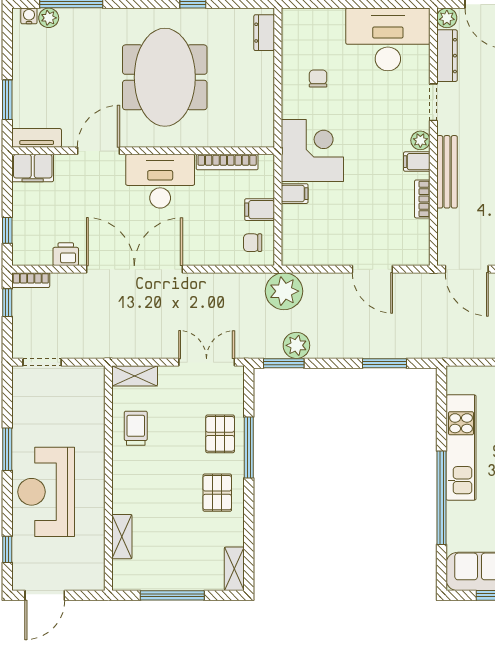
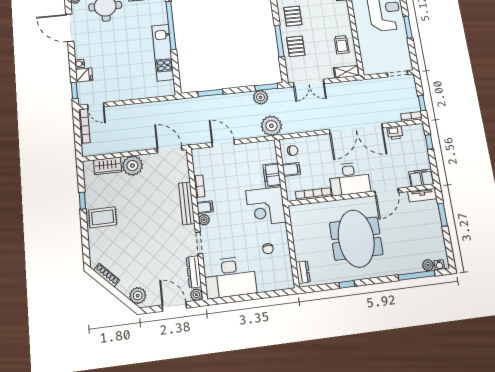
filing cabinet: (295, 194) -> (272, 175), width x2.00

